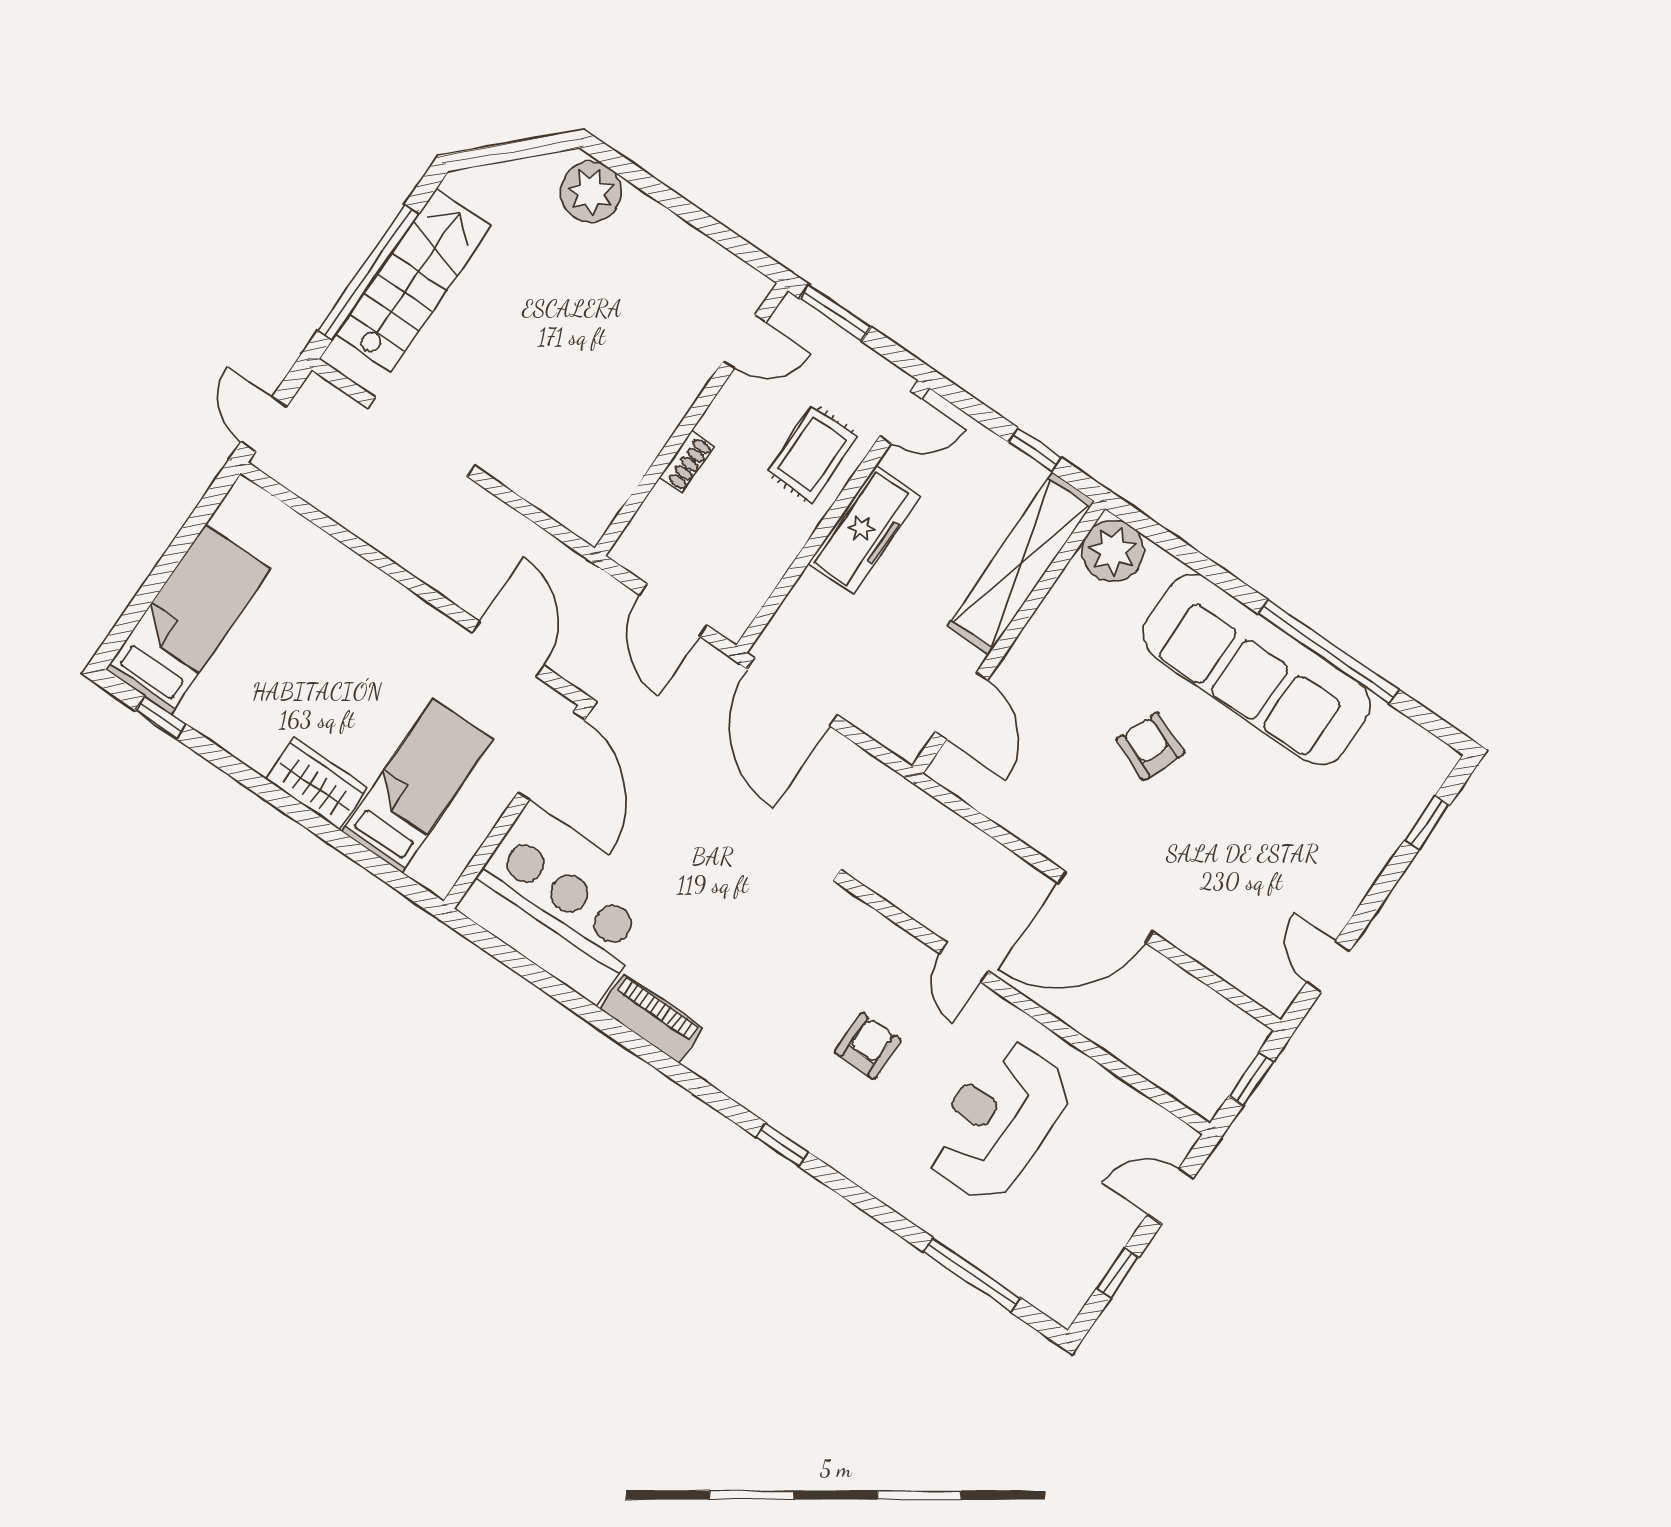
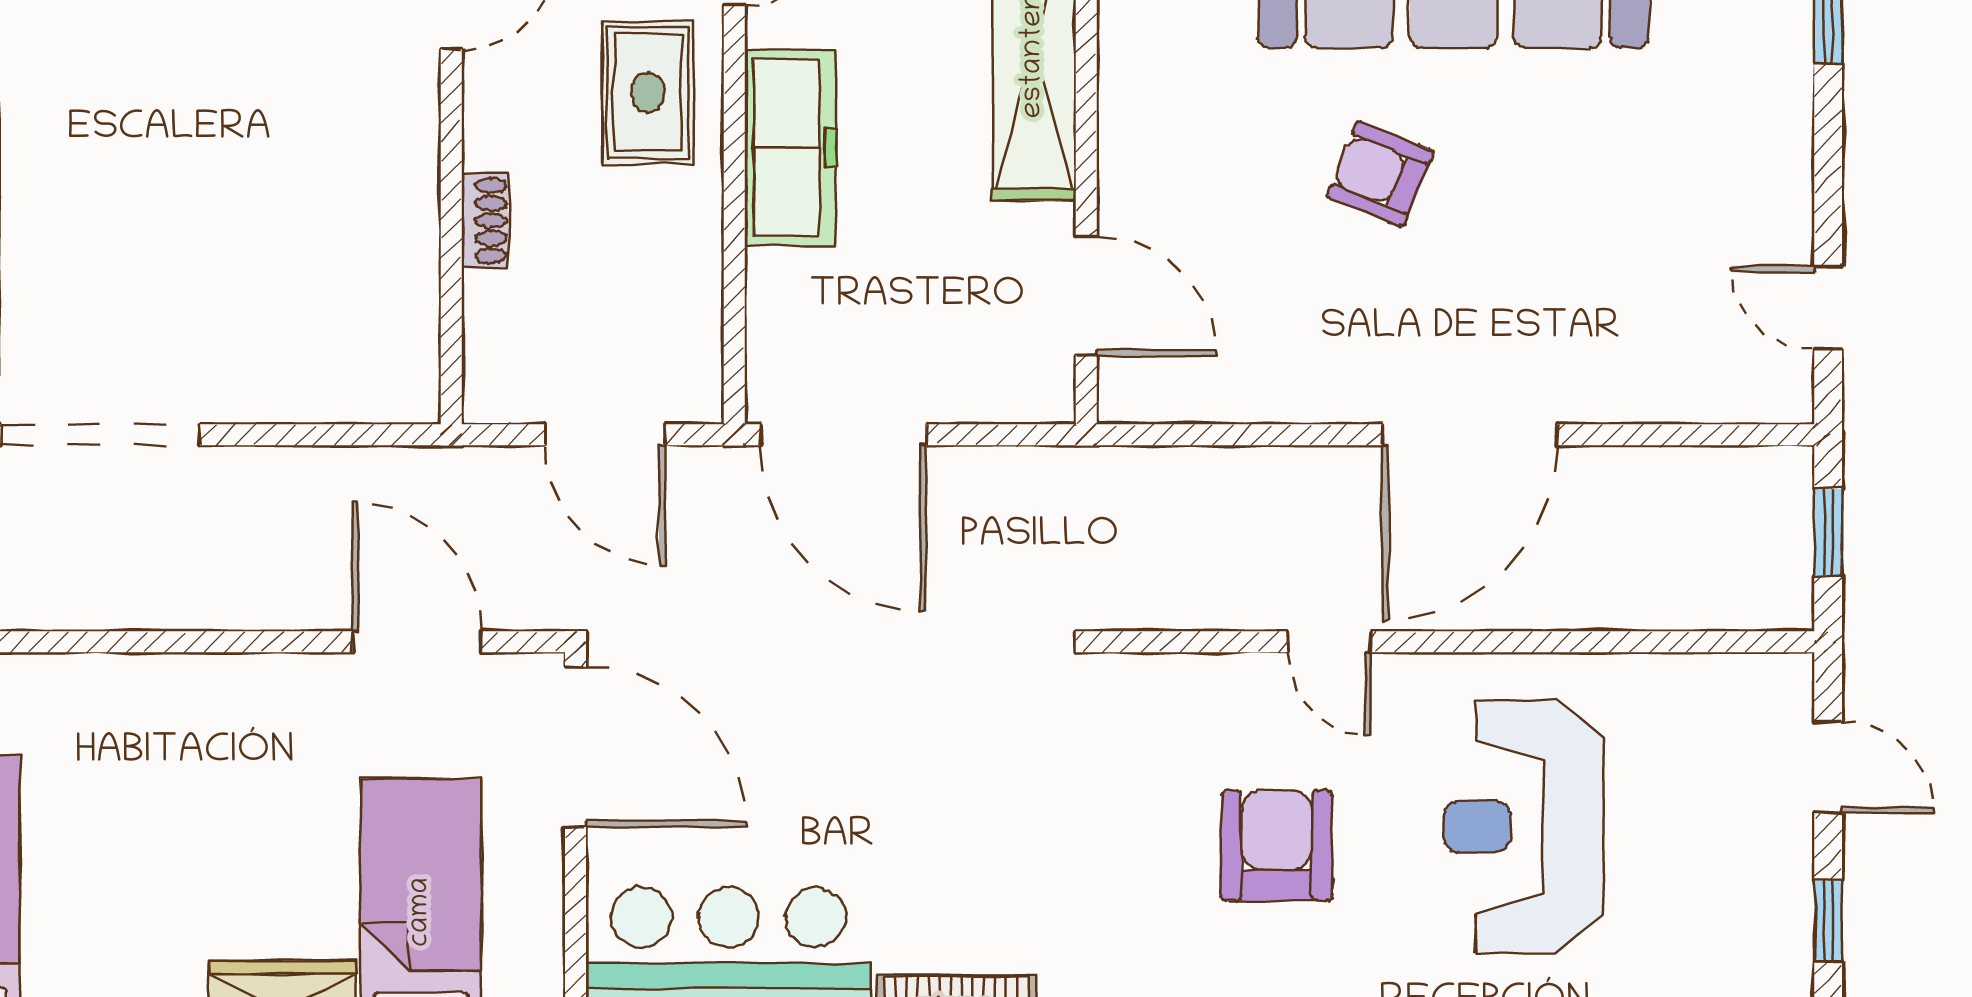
armchair: (868, 1046) -> (1277, 845), width x1.38, depth x1.38
door: (1170, 1196) -> (1828, 767), swing flipped

